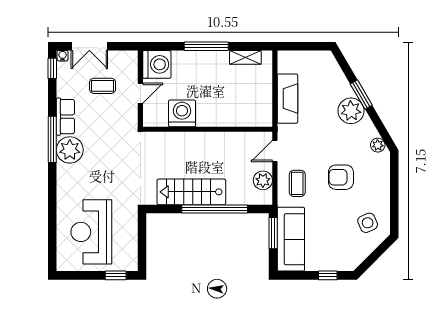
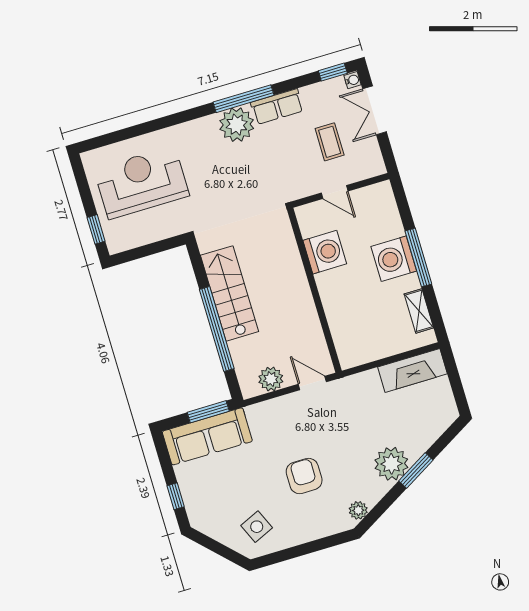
washing machine: (157, 64) -> (394, 259), moved, turned 90
fireplace: (287, 99) -> (412, 370), moved
coffee table: (297, 183) -> (280, 423), removed

